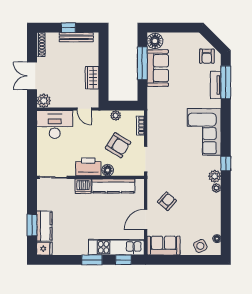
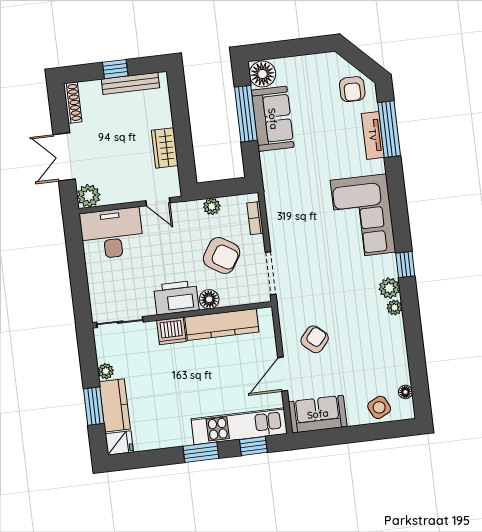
plant: (42, 205) -> (106, 371), added

